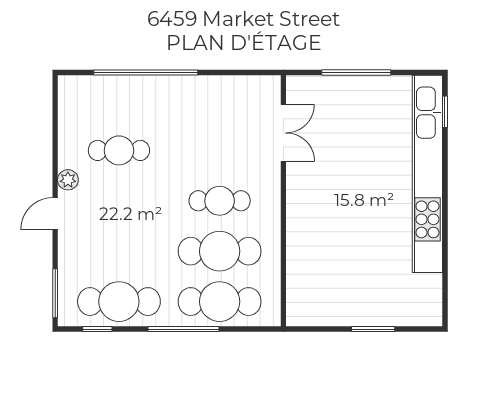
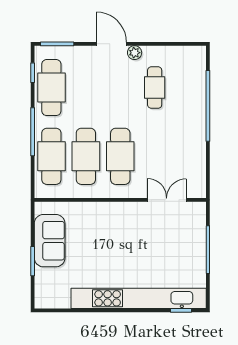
double door: (283, 133) -> (167, 200), swing flipped
cafe table: (220, 201) -> (120, 156), width x1.37, depth x1.35
door: (55, 214) -> (111, 44), width x1.38
sofa: (343, 304) -> (50, 241), added

